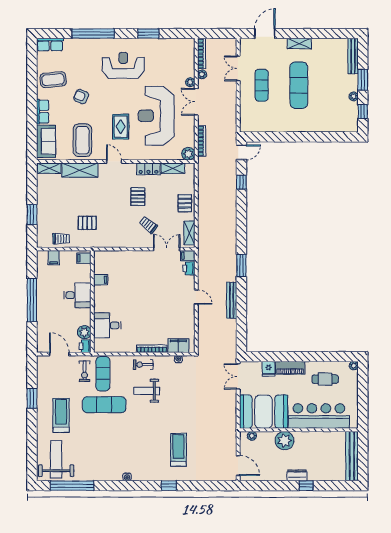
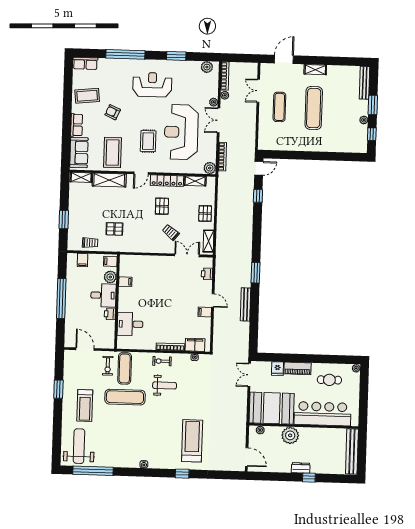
plant: (182, 44) -> (207, 67), added
door: (114, 162) -> (141, 173), swing flipped
locker: (148, 169) -> (167, 181), width x1.53
filing cabinet: (188, 256) -> (205, 312), moved
plant: (84, 332) -> (110, 277), moved
printer: (85, 346) -> (110, 314), moved
weight bench: (147, 391) -> (165, 385), turned 180
treadmill: (61, 415) -> (85, 406), turned 180
treadmill: (178, 450) -> (192, 441), width x1.37, depth x1.38

